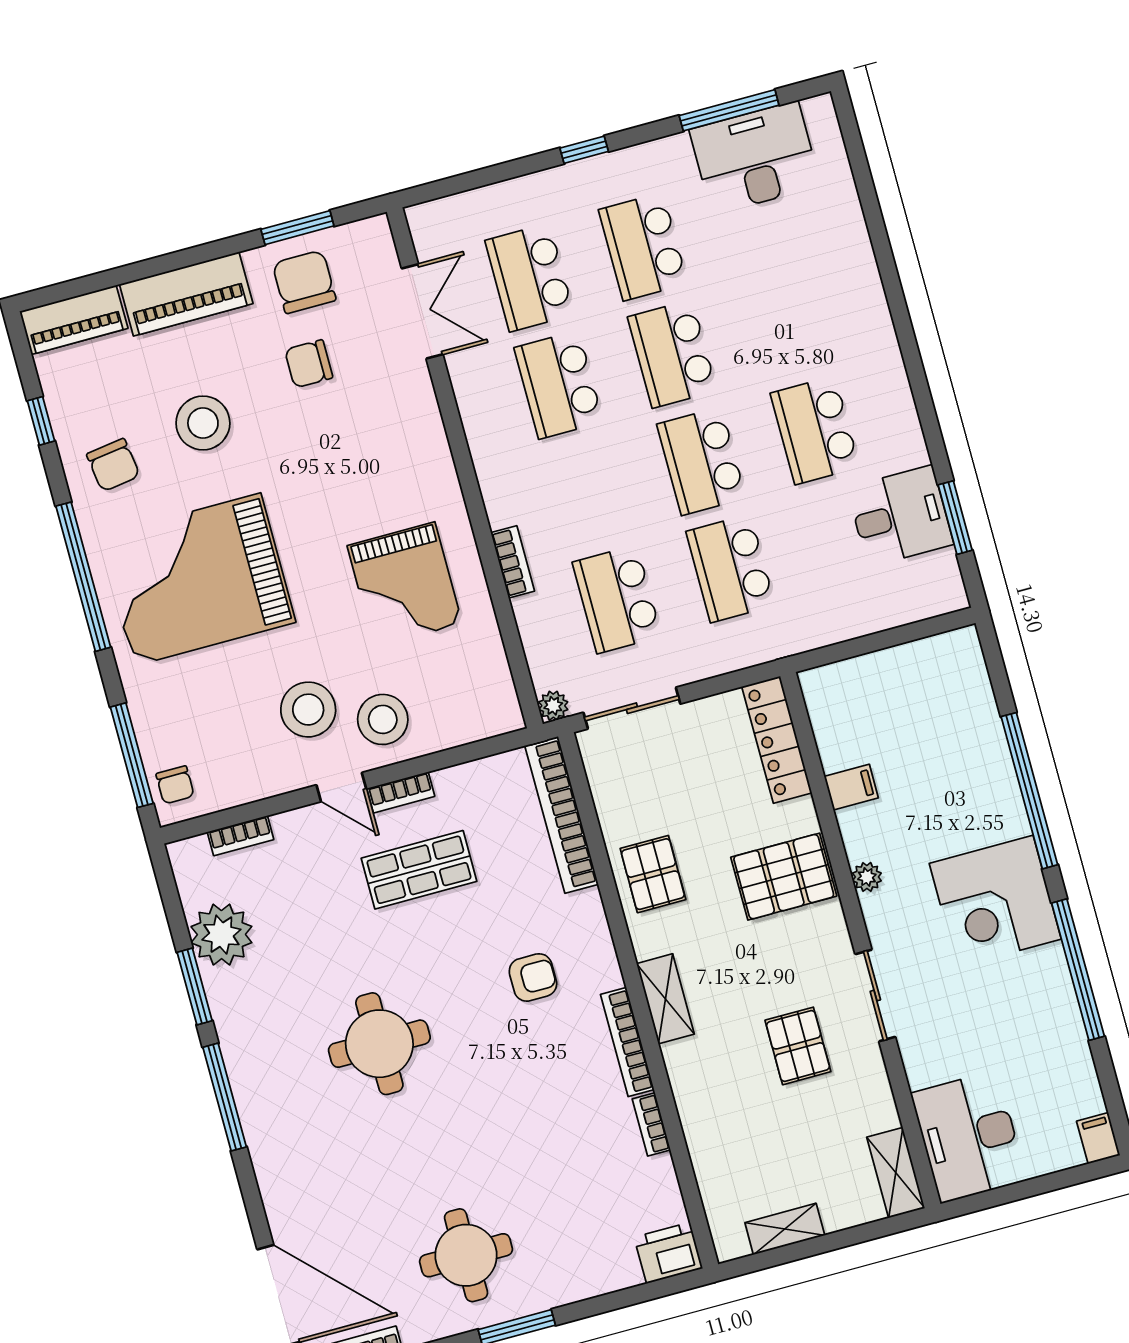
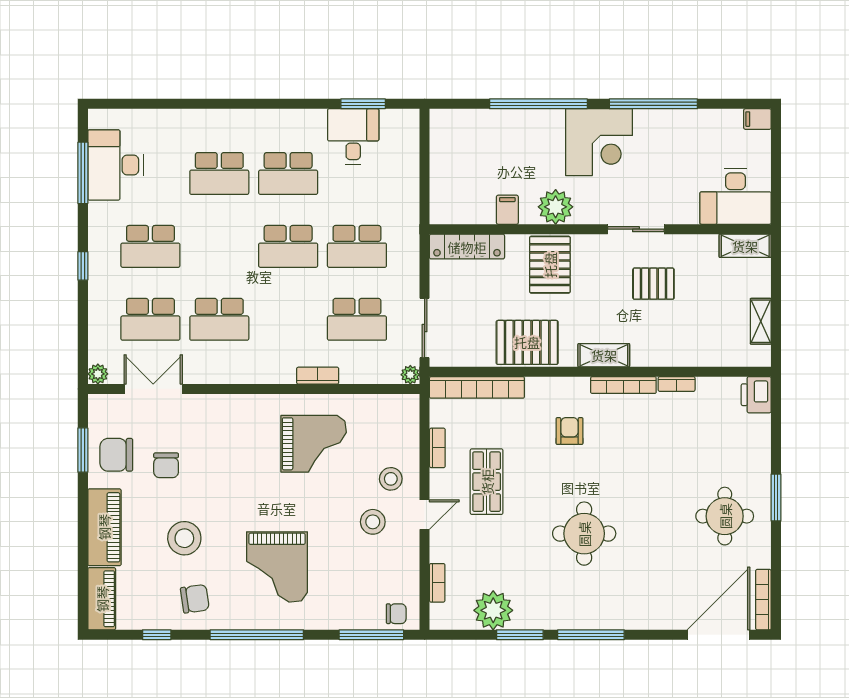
plant: (422, 219) -> (98, 374), added
school desk: (672, 354) -> (219, 173), moved
grand piano: (197, 580) -> (277, 567), width x0.73, depth x0.68
stool: (308, 710) -> (373, 522), width x0.73, depth x0.73
stool: (383, 719) -> (391, 479), width x0.73, depth x0.73
bookcase: (401, 792) -> (437, 448), moved
pallet: (653, 874) -> (527, 342), width x1.50, depth x1.42
plant: (867, 877) -> (556, 207), width x1.88, depth x1.88

